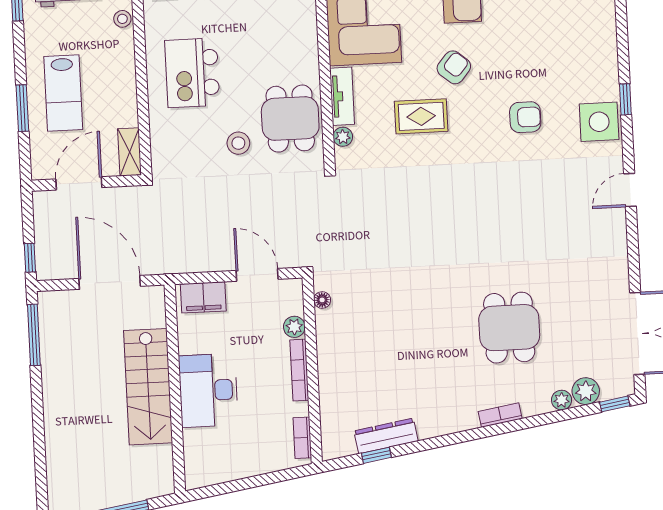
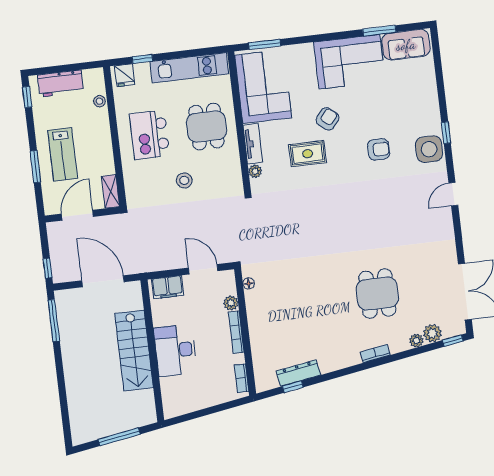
dining table: (290, 119) -> (206, 127), moved

